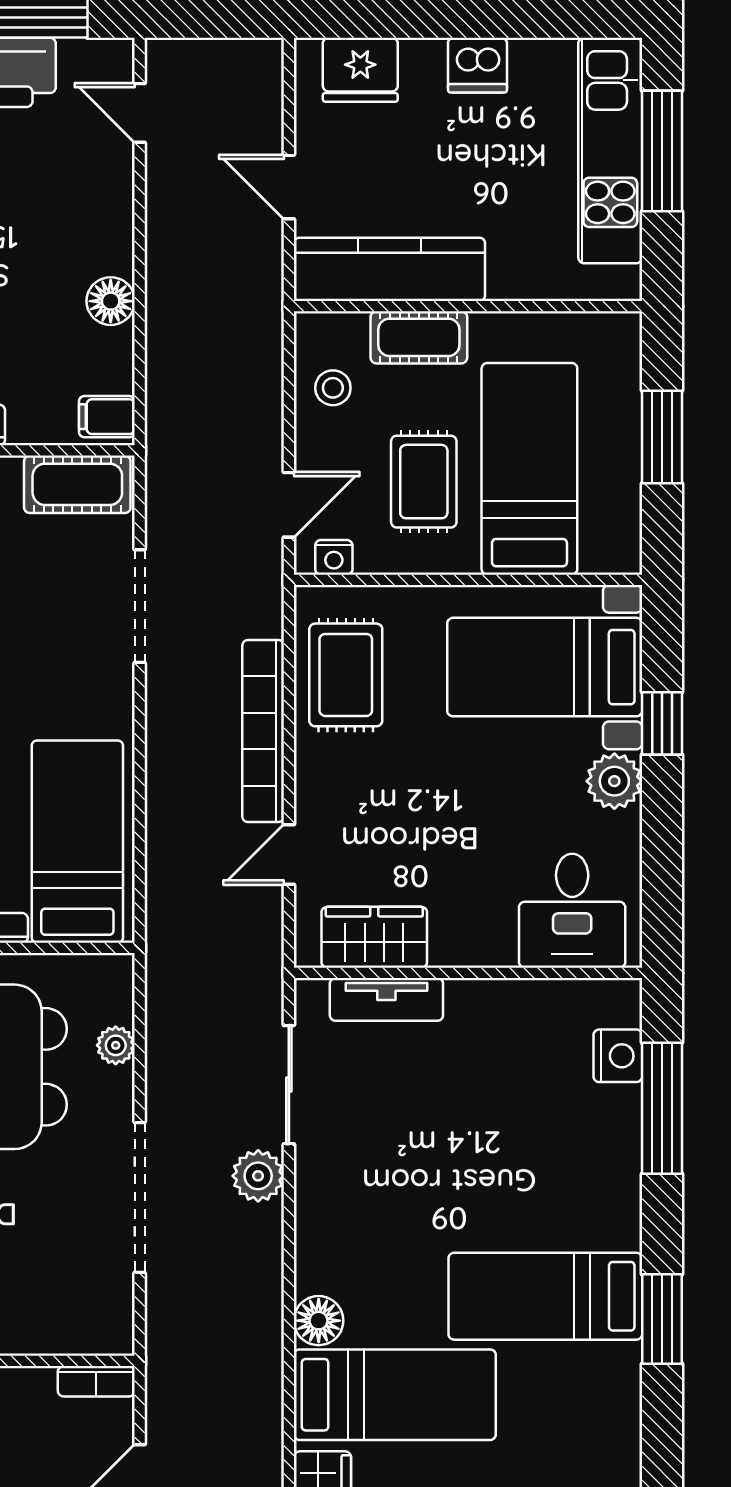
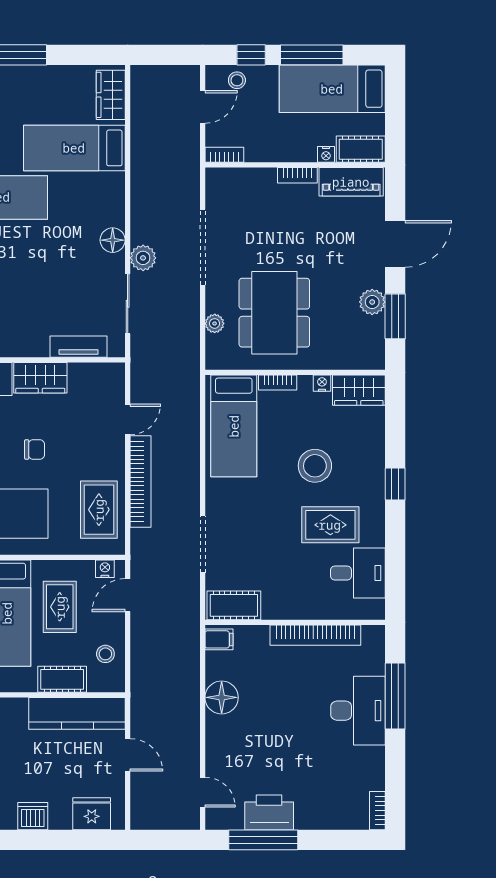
floor lamp: (111, 301) -> (222, 697), width x1.38, depth x1.38
chair: (474, 795) -> (35, 450), added
wardrobe: (374, 937) -> (40, 378), moved
floor lamp: (319, 1321) -> (113, 240), moved

